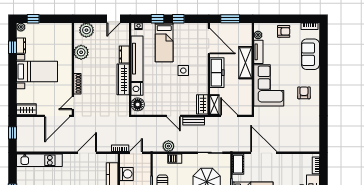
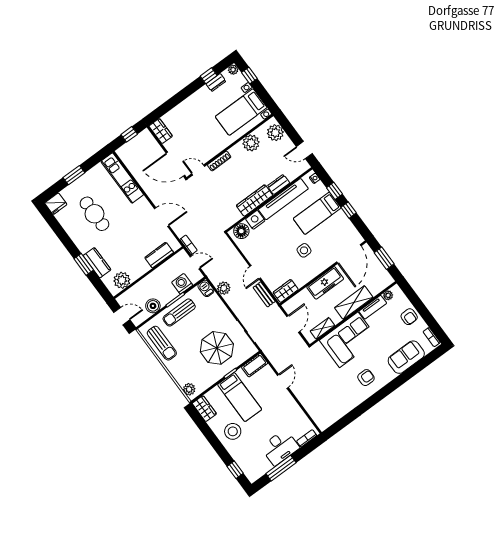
bed with nightstands: (37, 72) -> (241, 112), moved, turned 90
shelving: (214, 105) -> (322, 328), moved
door: (264, 153) -> (283, 381), width x0.53
barbecue: (175, 159) -> (206, 288), moved
washing machine: (126, 174) -> (182, 284), moved, turned 180

